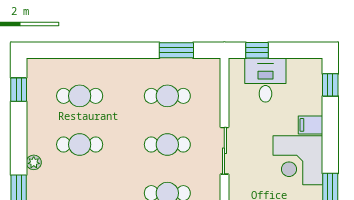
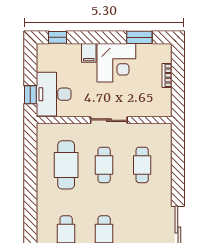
window: (176, 50) -> (30, 158), removed
desk: (265, 80) -> (54, 94), width x1.37
cafe table: (167, 96) -> (66, 165), width x1.37, depth x1.35

